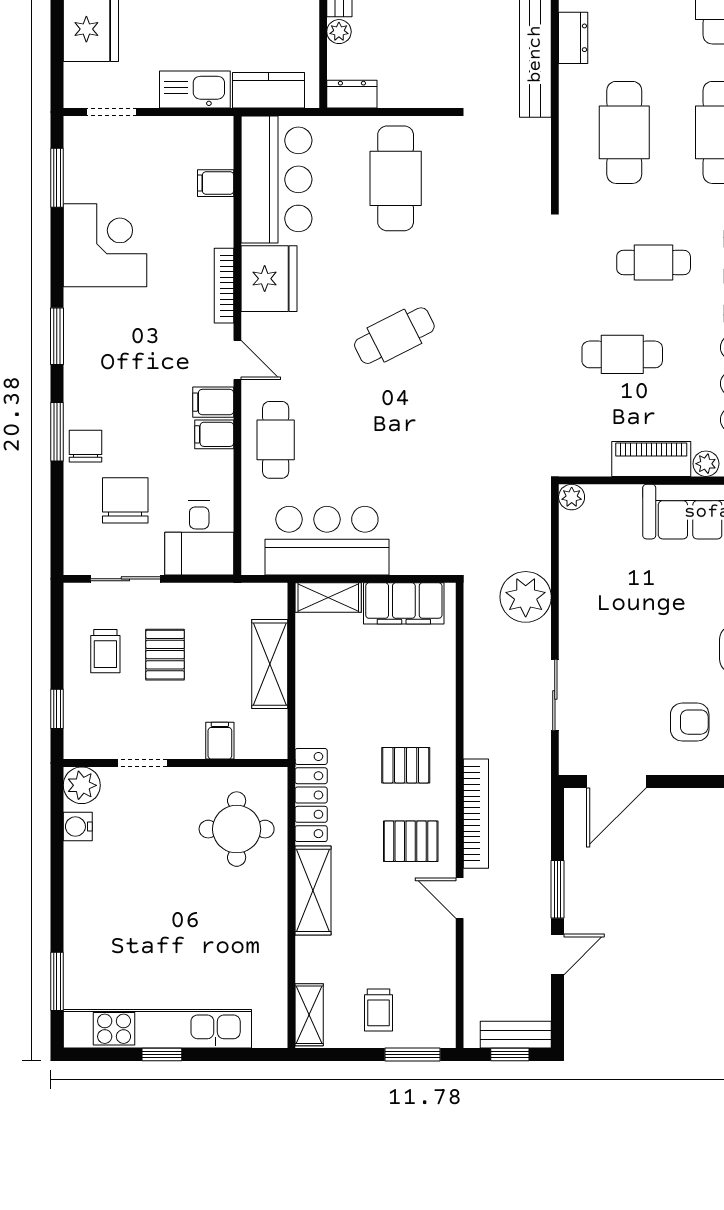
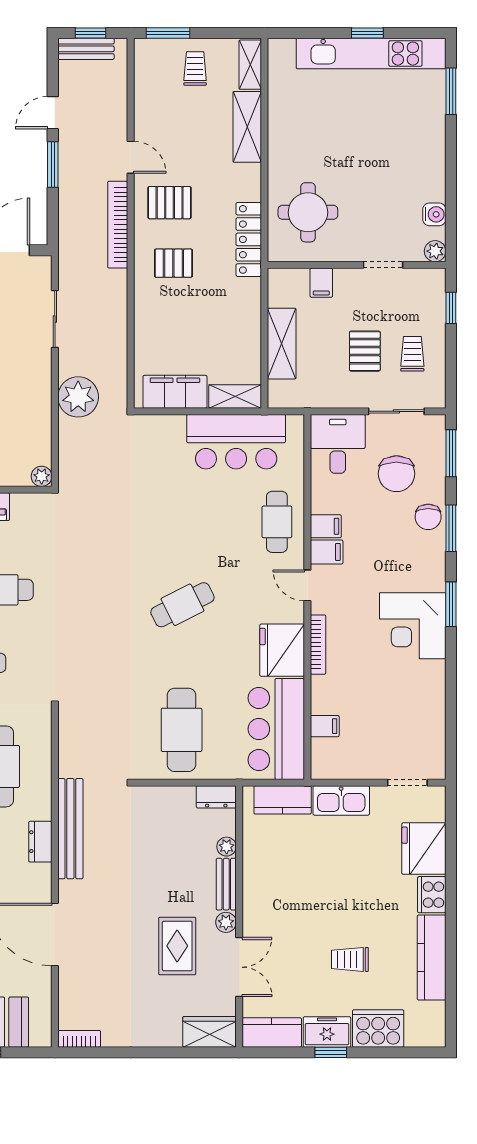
window: (57, 178) -> (451, 453), moved
corner desk: (105, 245) -> (413, 626), moved
plant: (82, 785) -> (435, 251), width x0.73, depth x0.73
shelving: (313, 890) -> (247, 127), moved

